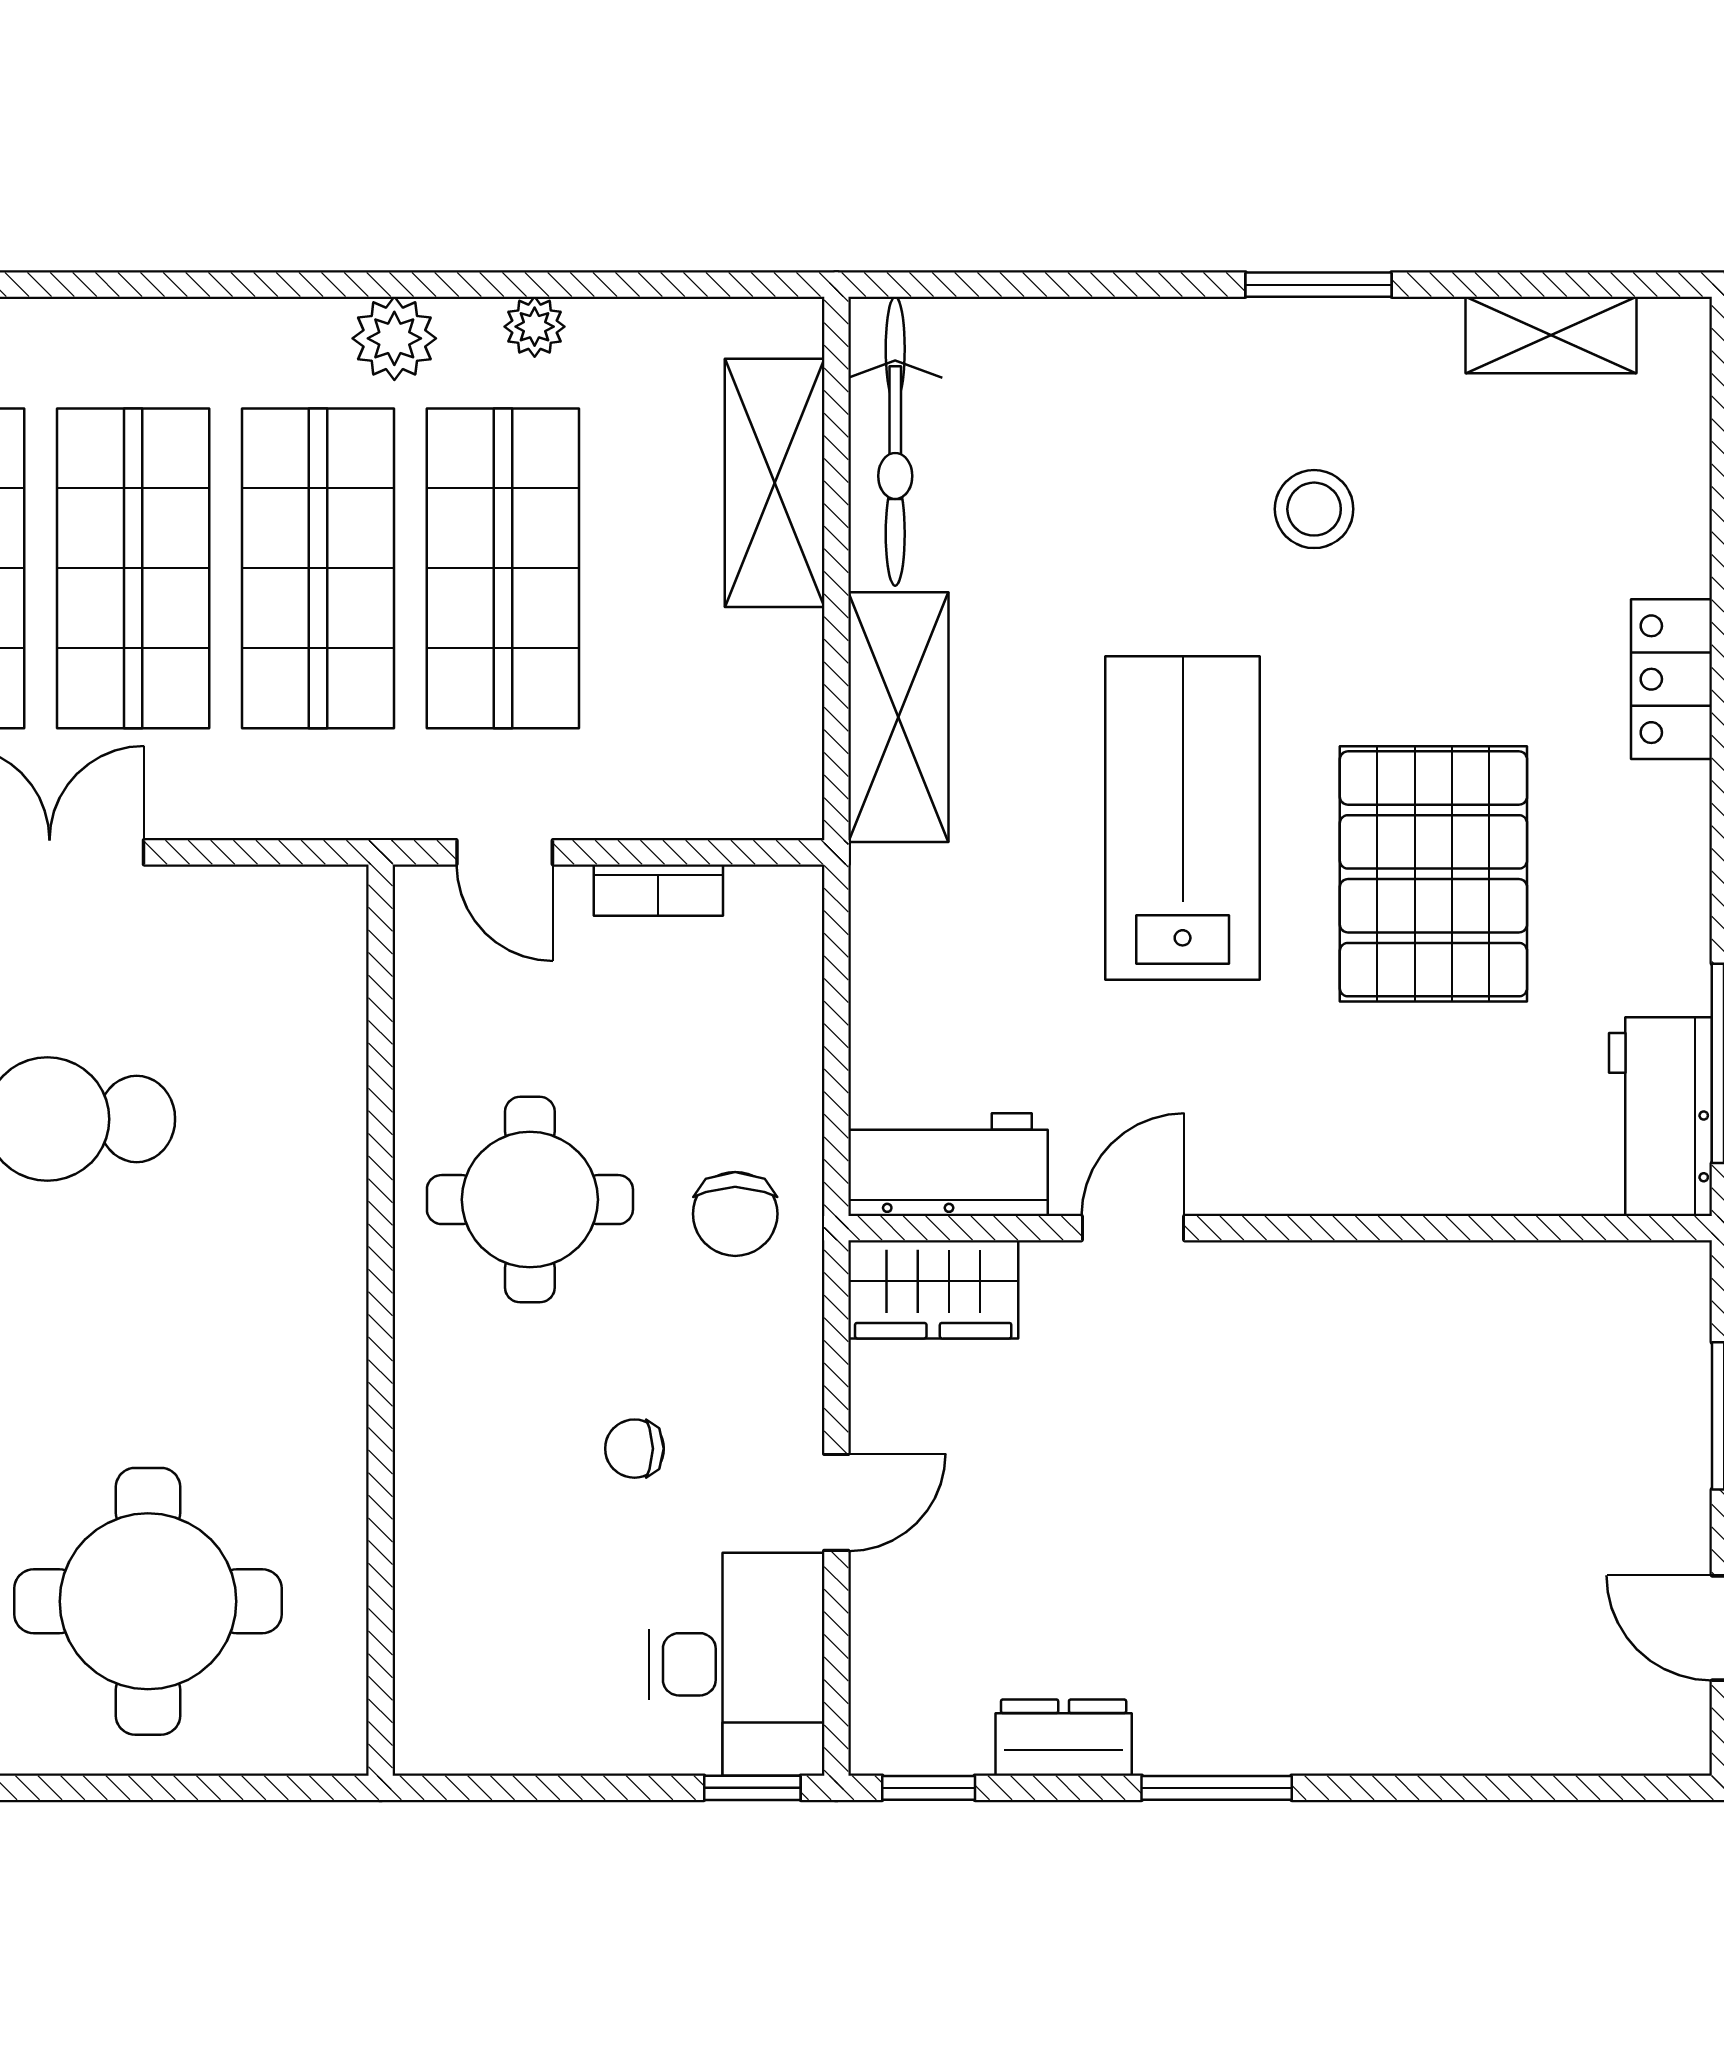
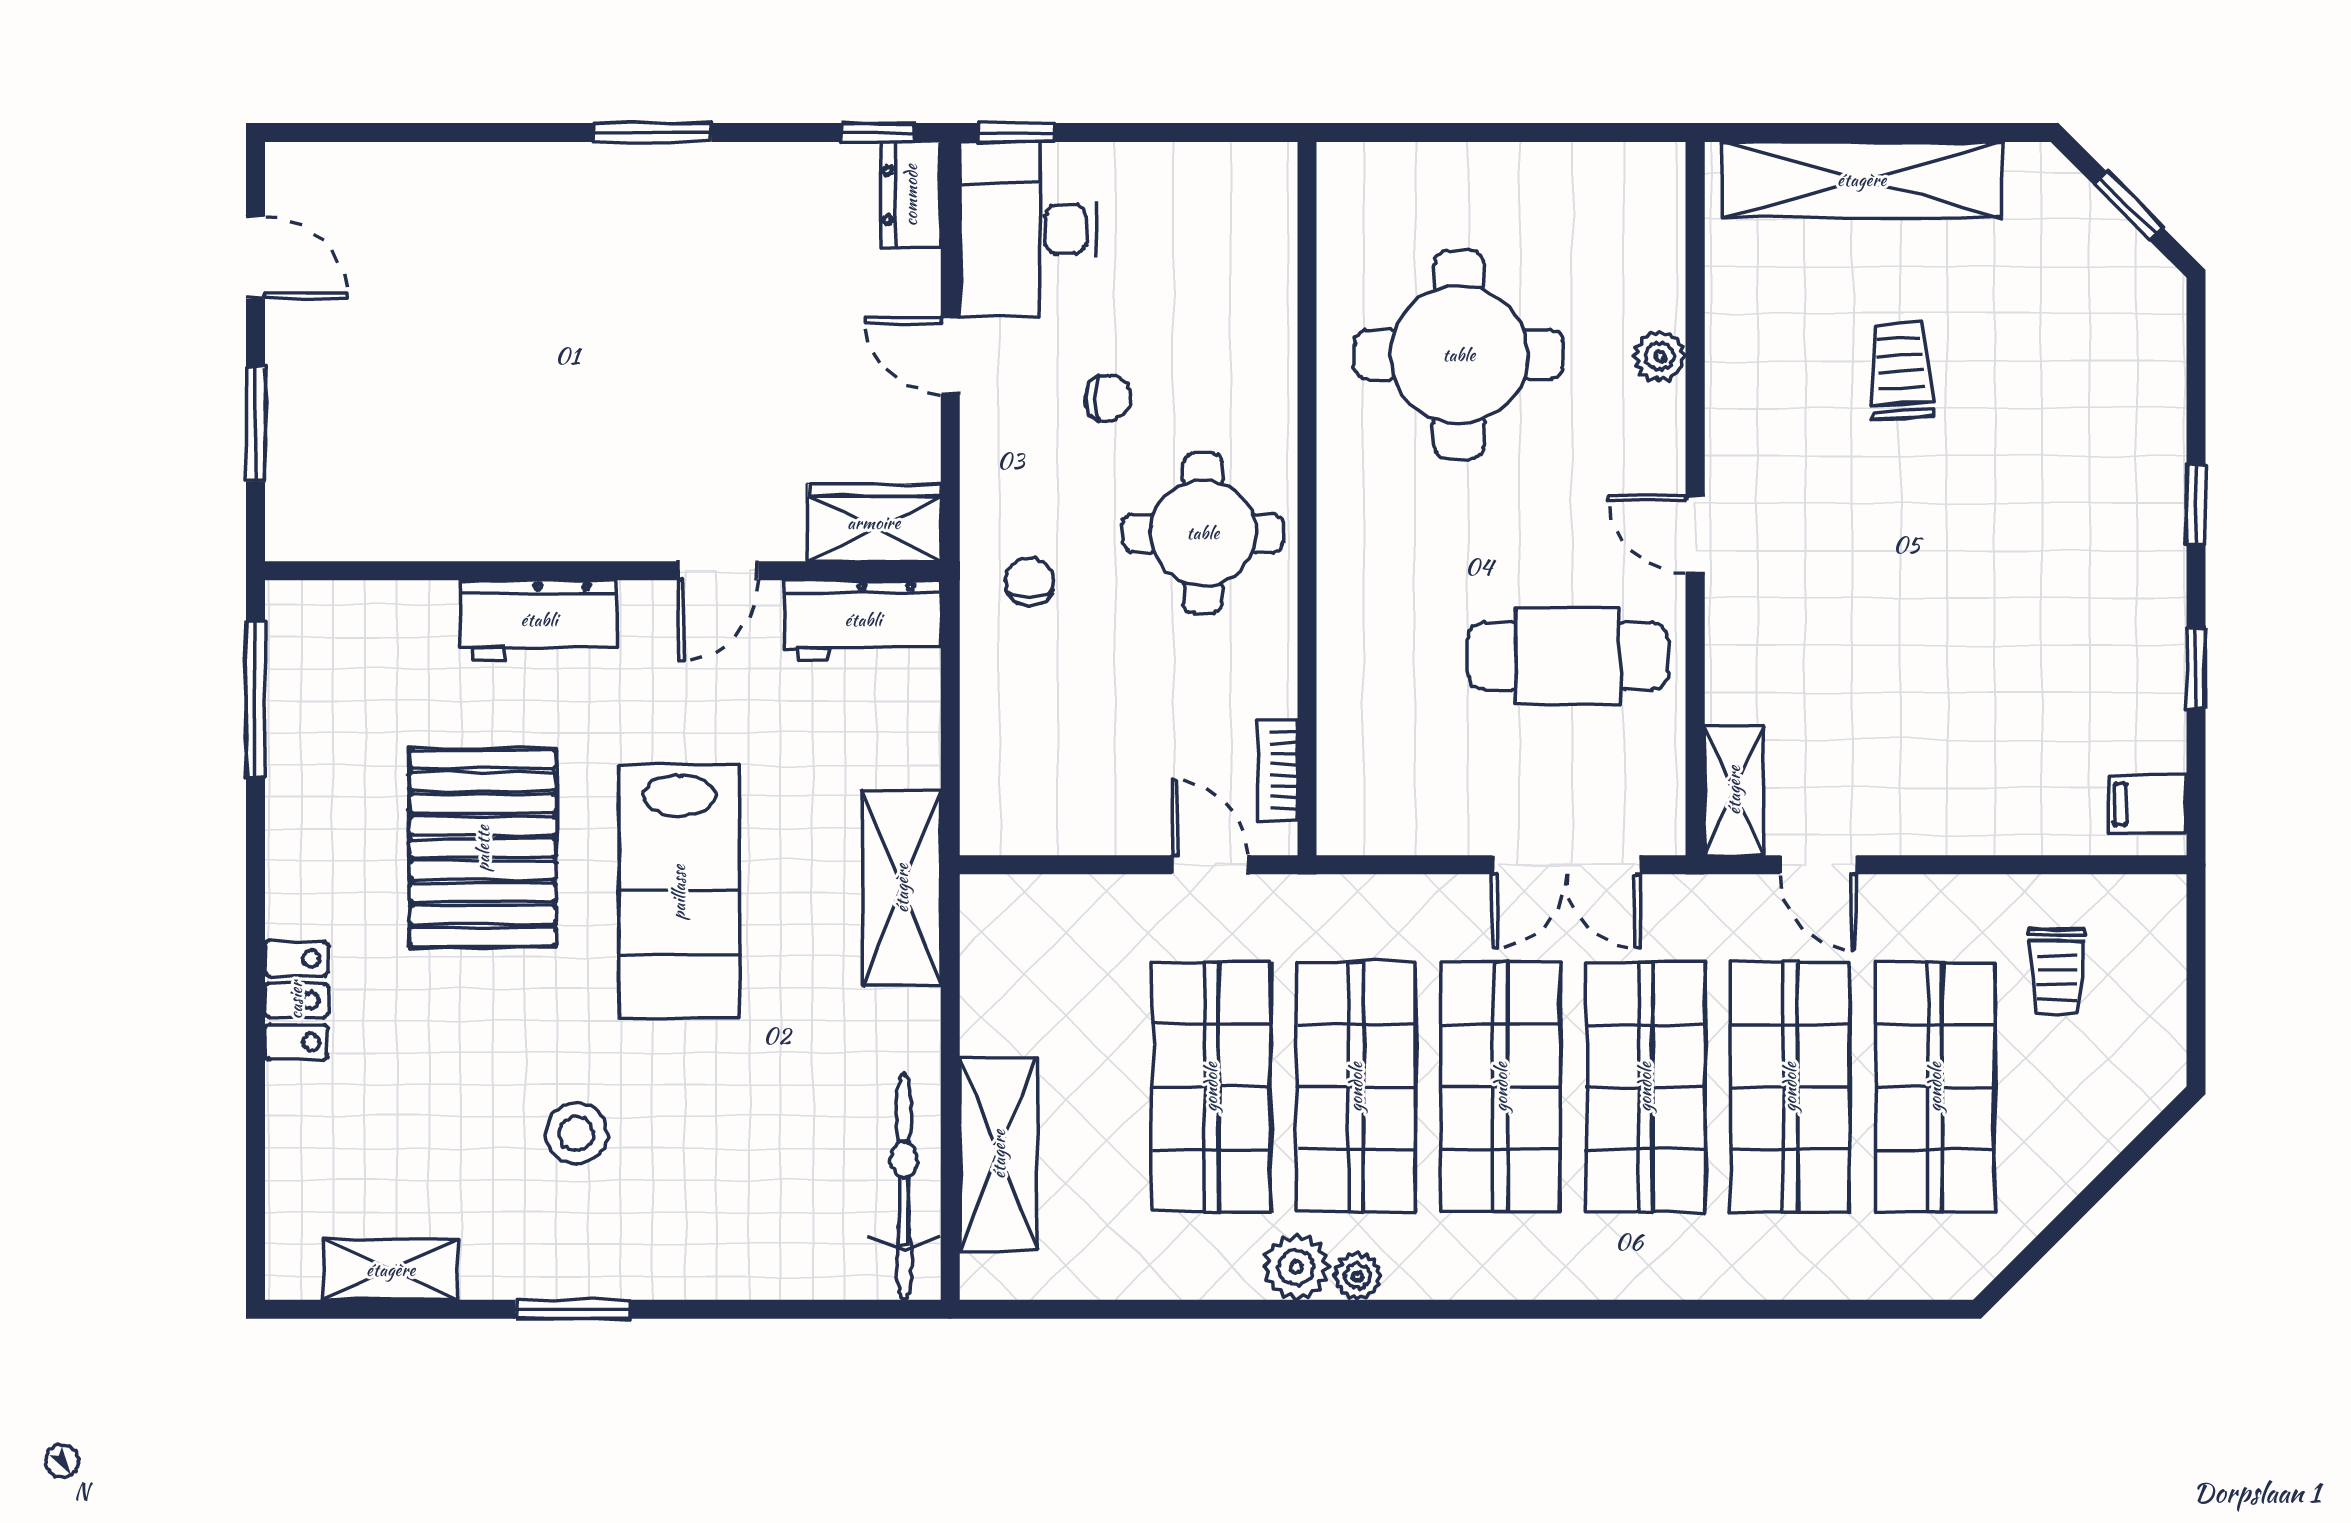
plant: (535, 327) -> (1358, 1276), moved
shelving: (898, 717) -> (902, 888), moved
bookcase: (658, 890) -> (1277, 770), moved, turned -90
workbench: (1660, 1117) -> (539, 620), moved, turned 90
round table: (530, 1200) -> (1203, 533), moved
chair: (735, 1214) -> (1029, 582), width x0.73, depth x0.73
door: (836, 1502) -> (950, 356), hinge flipped
round table: (148, 1601) -> (1459, 355), moved
dresser: (1064, 1738) -> (911, 195), moved, turned 90

